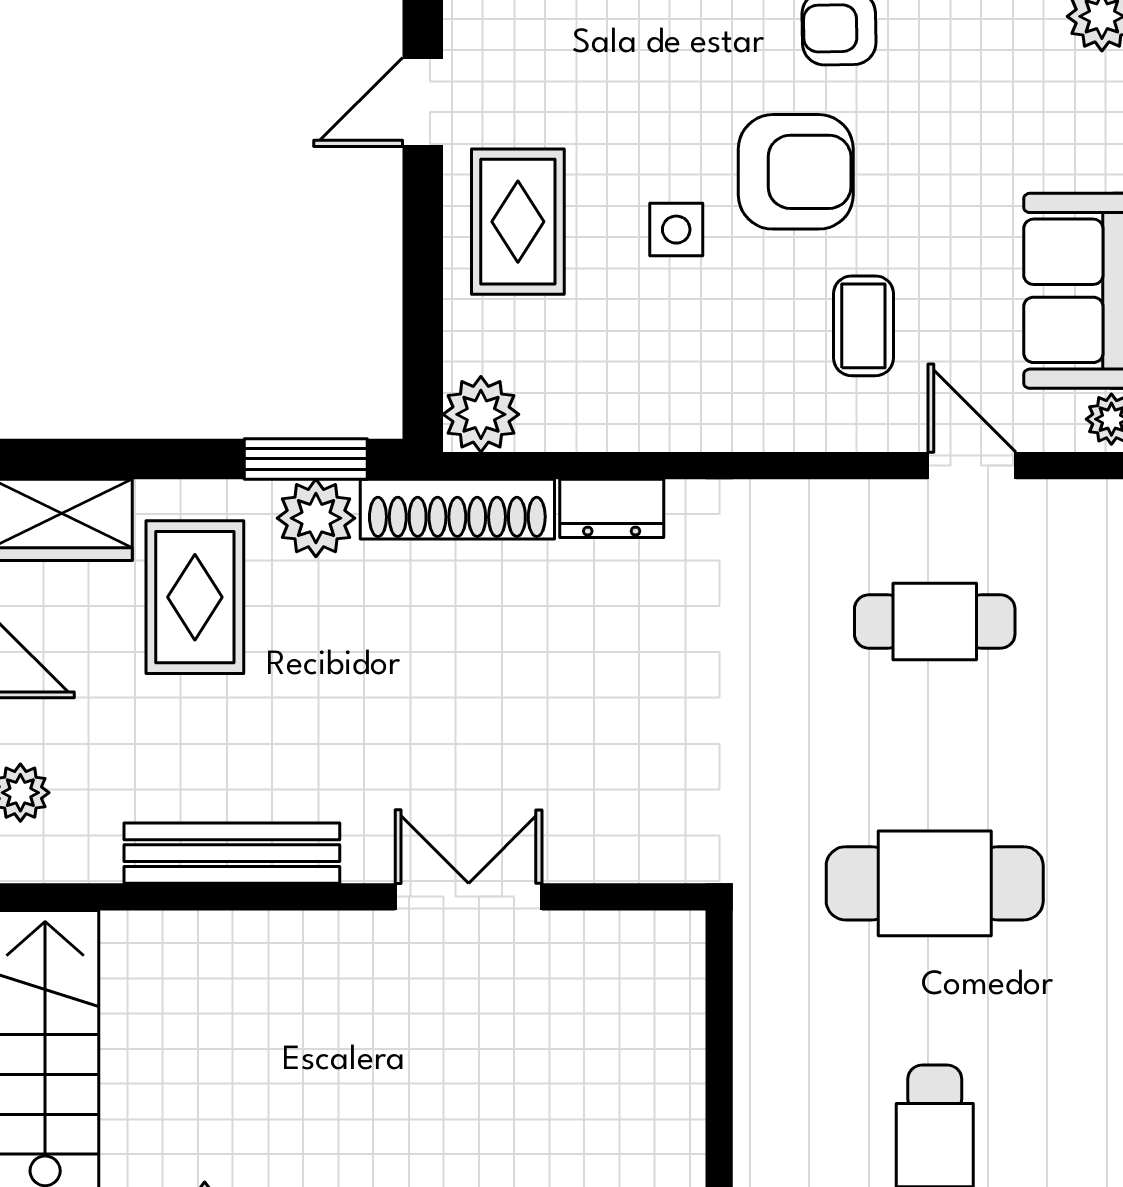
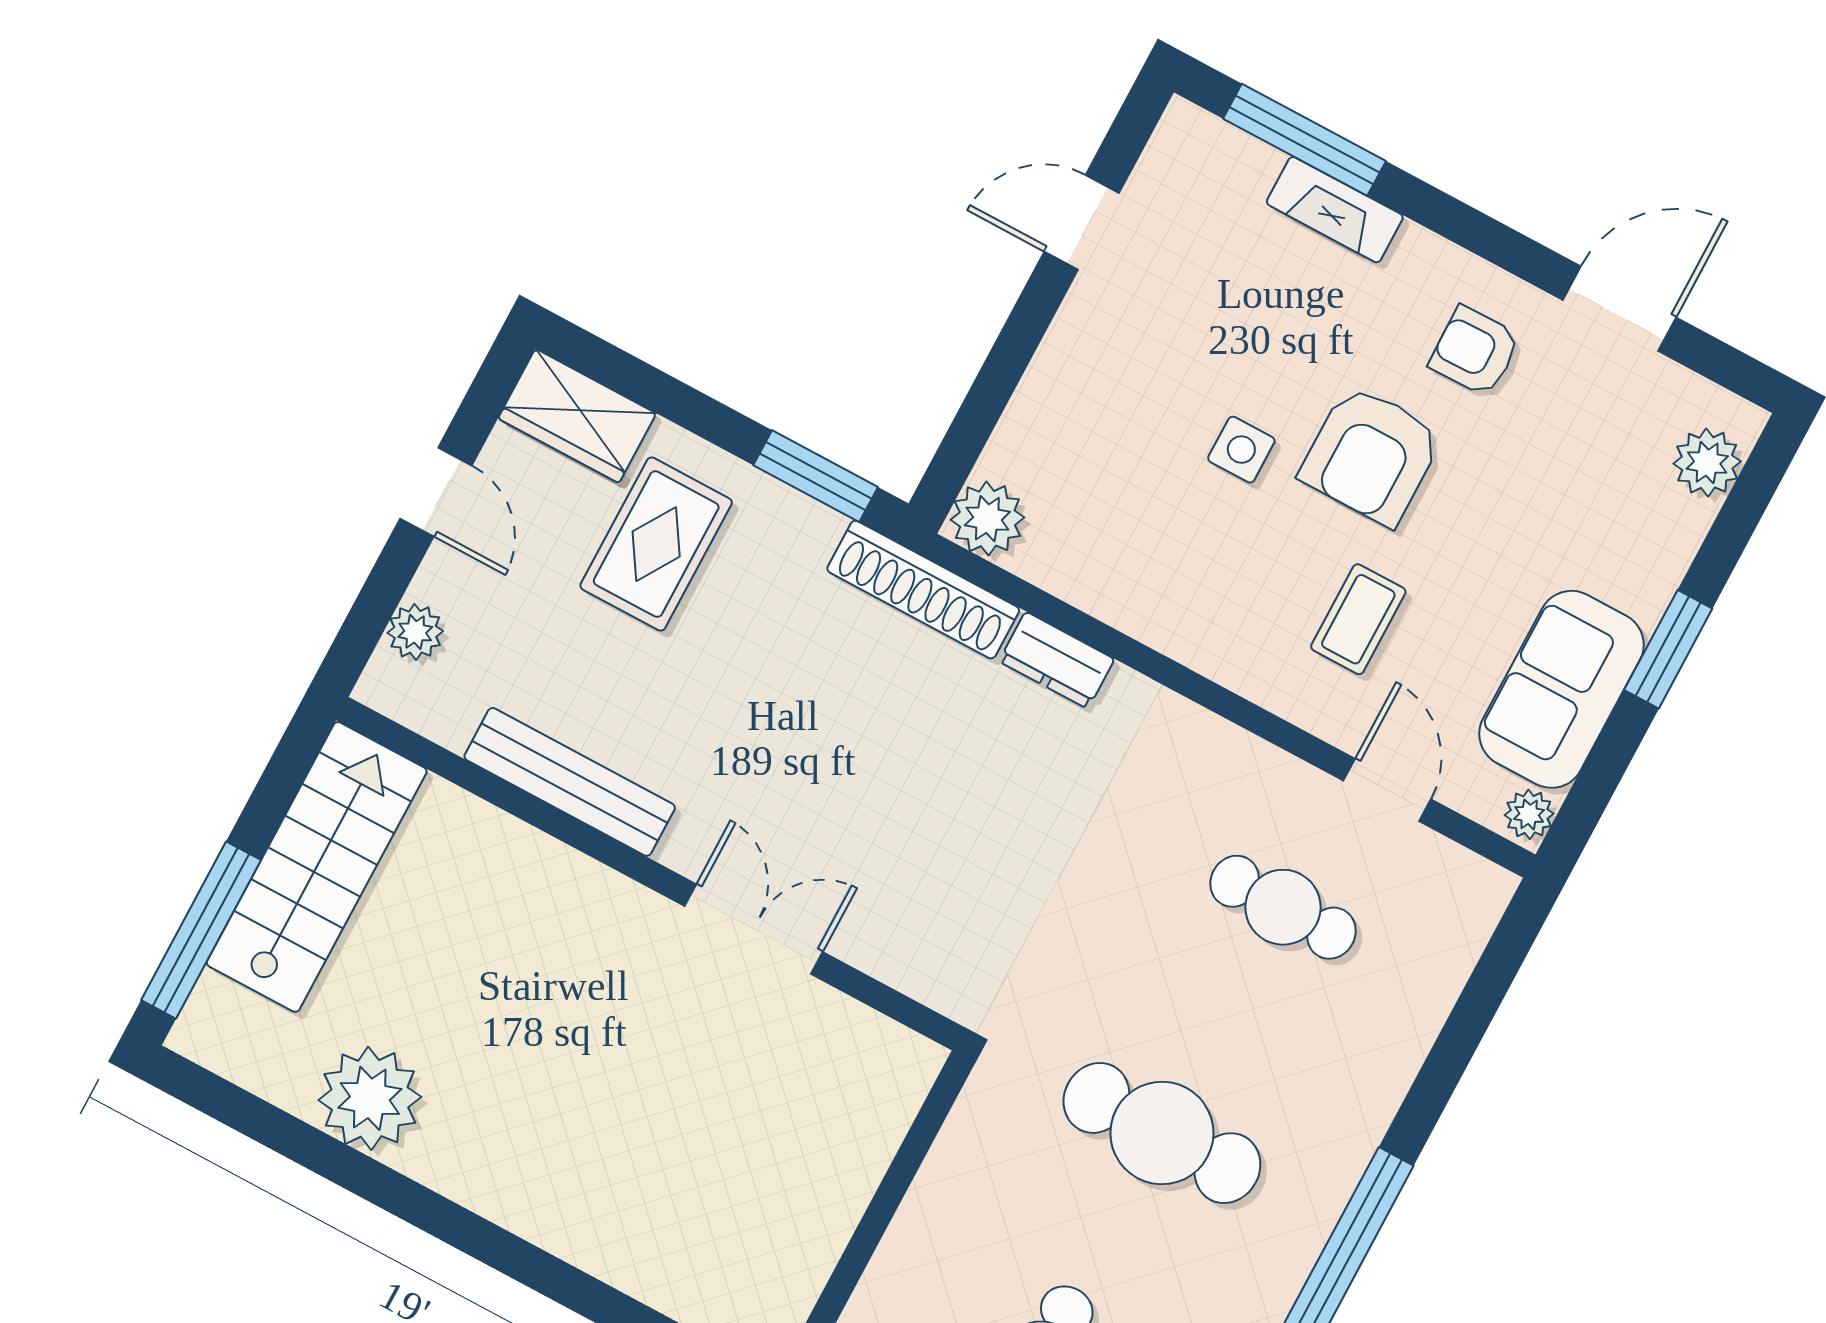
armchair: (796, 172) -> (1371, 455), turned 90
rug: (518, 222) -> (1108, 369), removed
plant: (316, 518) -> (797, 532), removed

